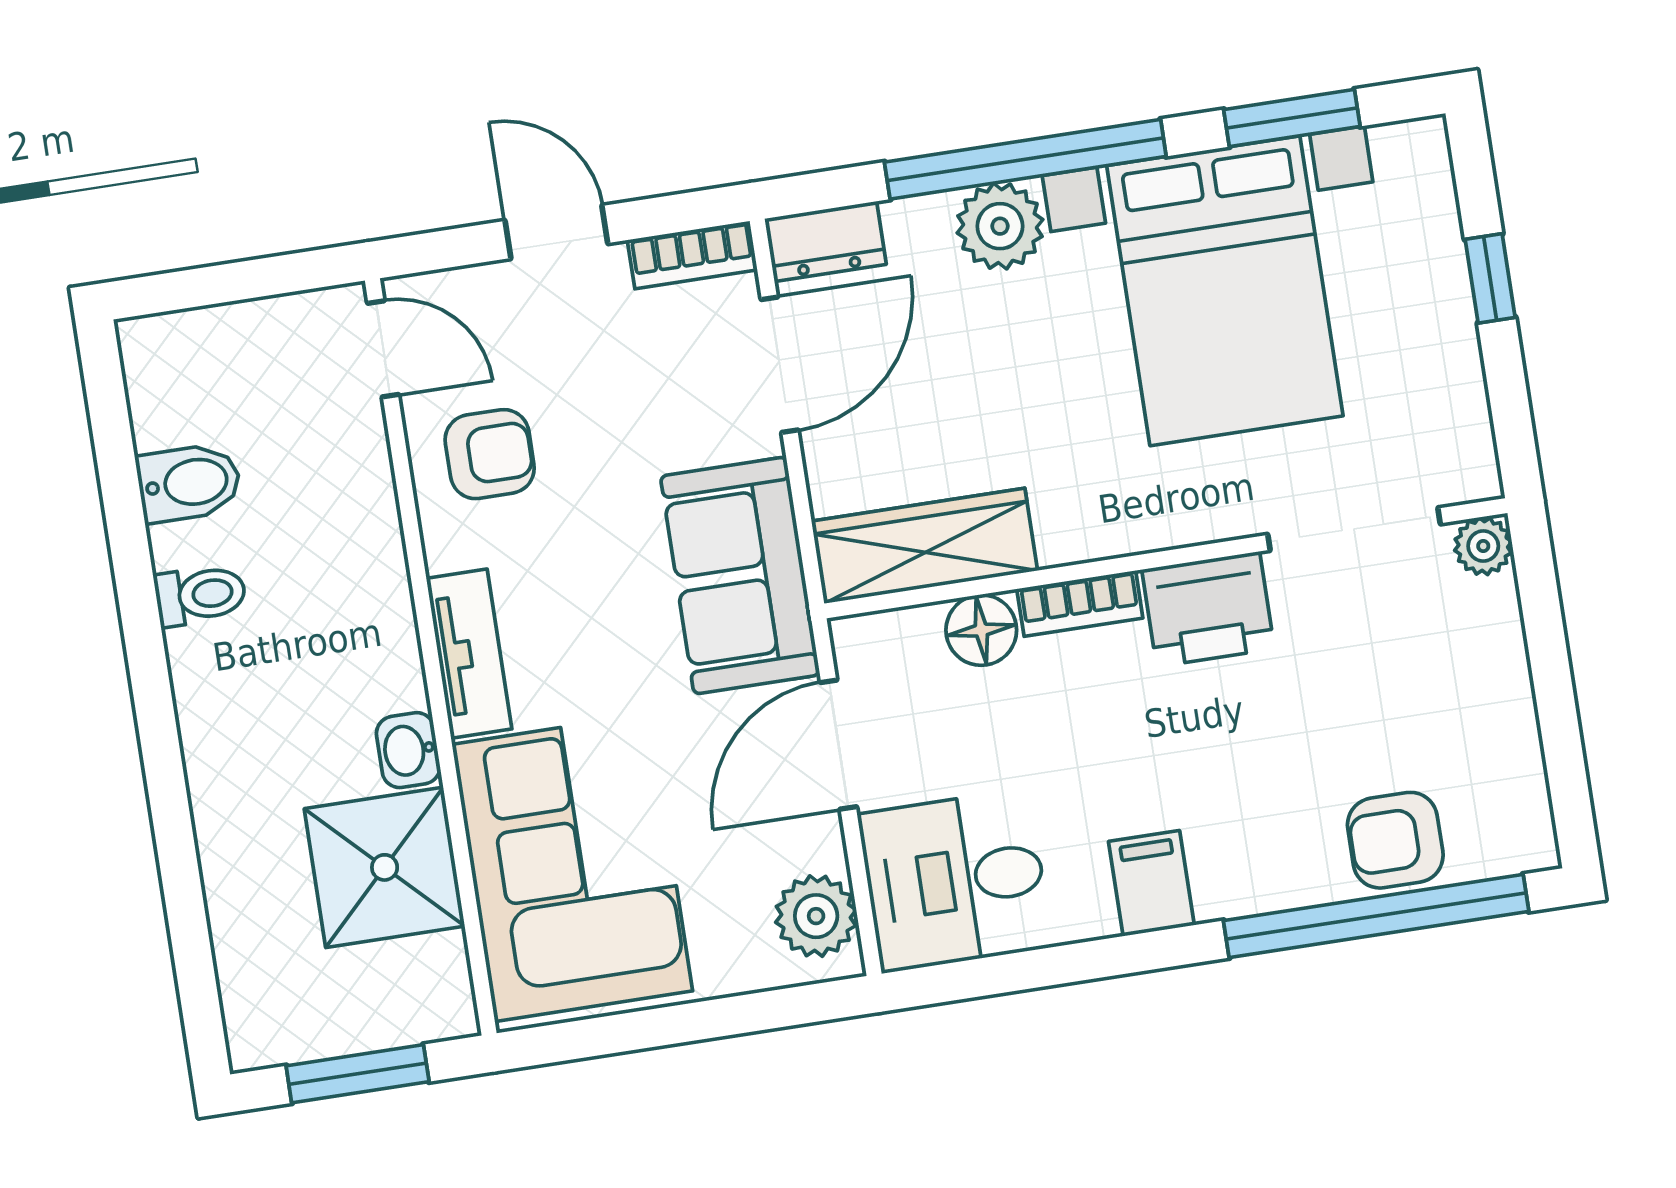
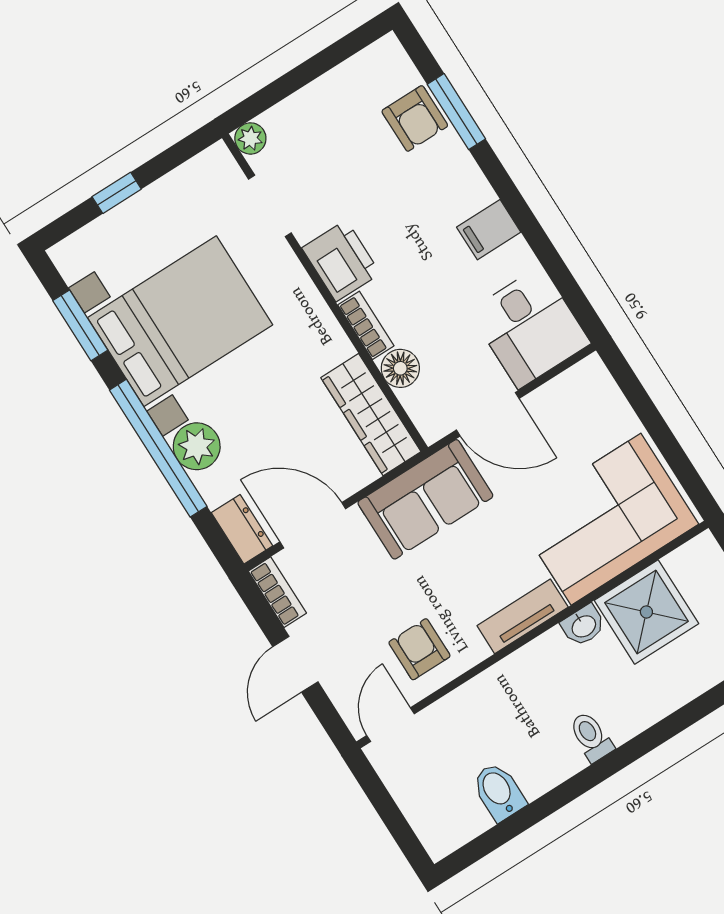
doorway: (1354, 529) -> (270, 206), width x0.73
toilet: (200, 595) -> (591, 737), moved
plant: (816, 916) -> (577, 388), removed
window: (1376, 916) -> (456, 112), width x0.47

